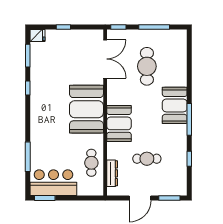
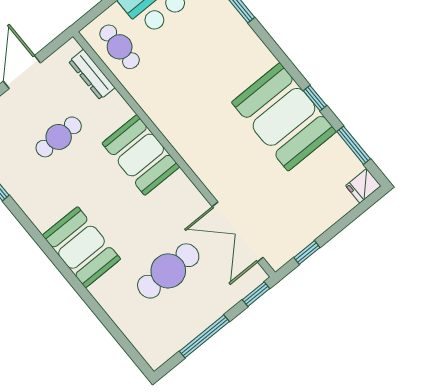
window: (63, 27) -> (307, 253), moved
cafe table: (147, 66) -> (168, 271), turned 90
booth: (86, 109) -> (284, 117), moved
window: (189, 119) -> (44, 244), removed
cafe table: (91, 163) -> (120, 47), moved

